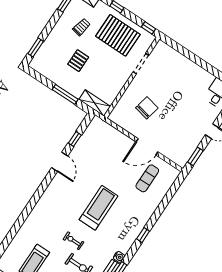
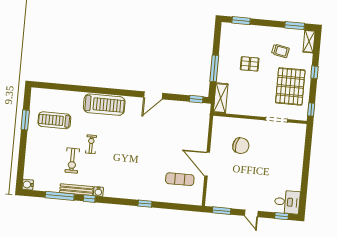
window: (75, 139) -> (196, 99), moved
treadmill: (99, 208) -> (104, 105), moved
window: (143, 235) -> (145, 204), moved

